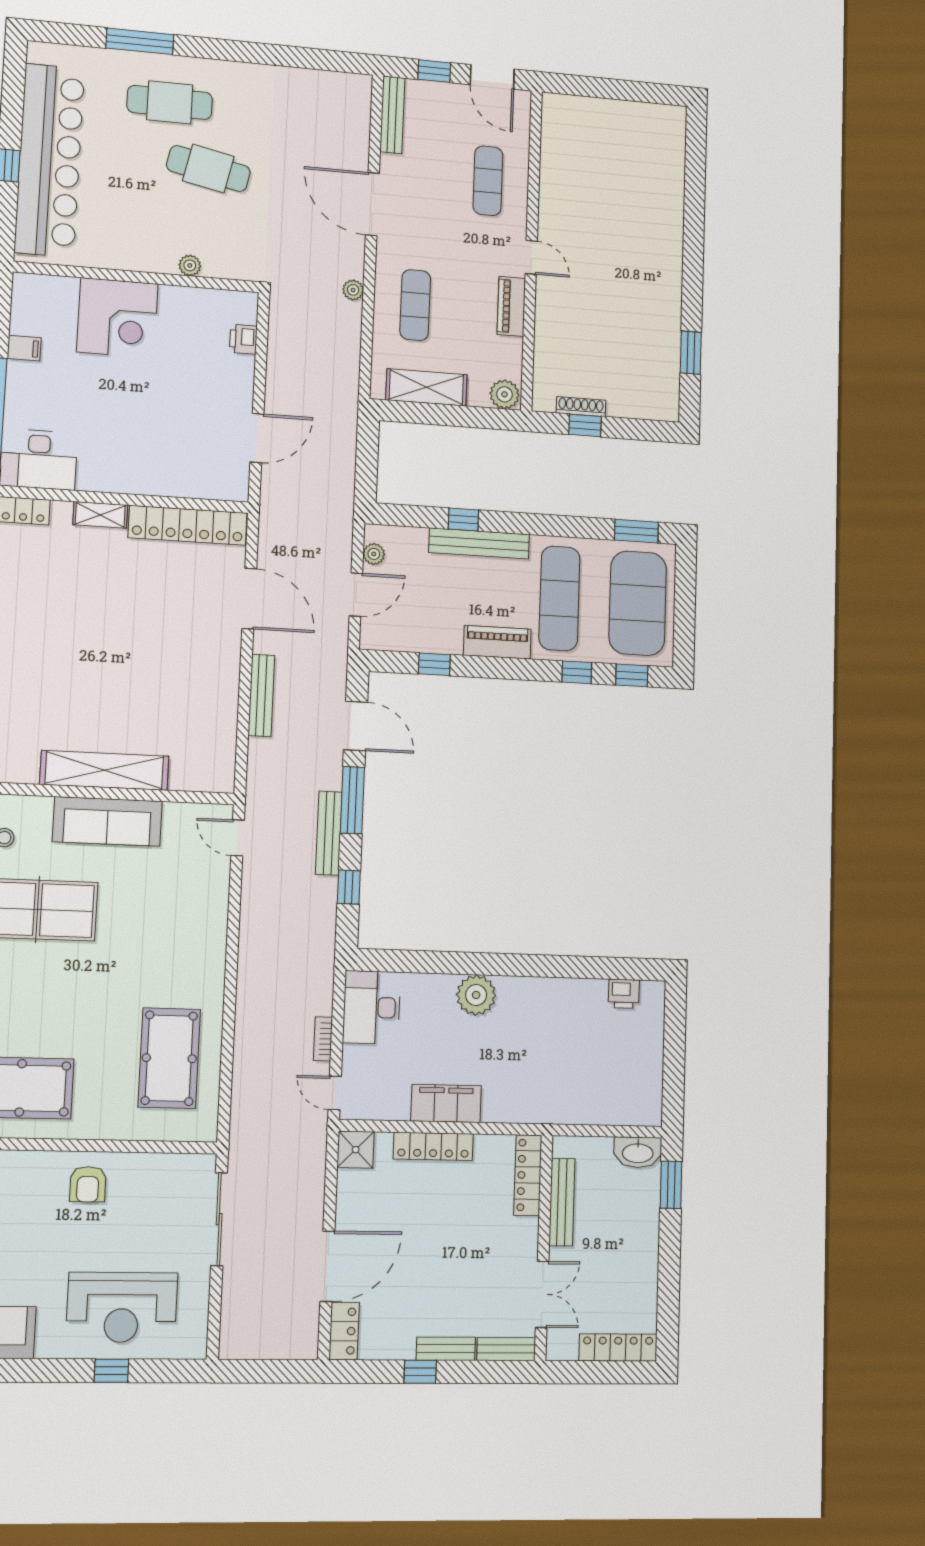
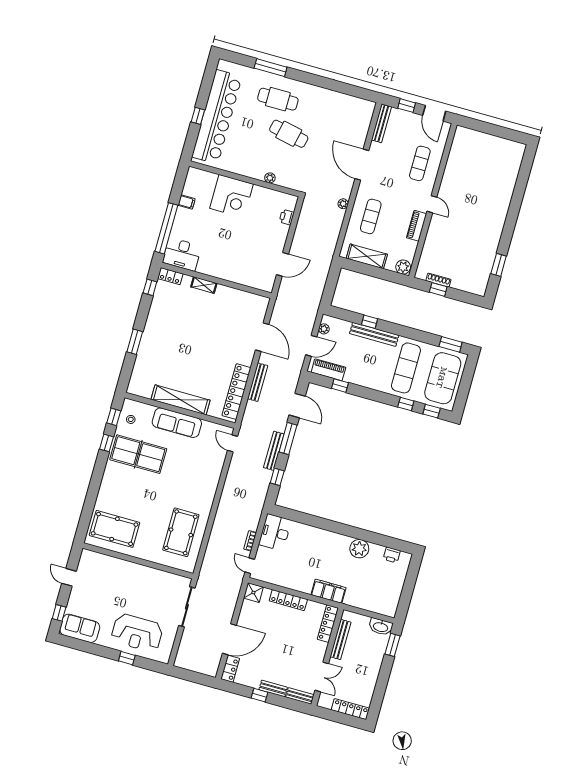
locker: (188, 525) -> (236, 392), moved, turned 90
piano: (497, 642) -> (328, 370), moved
plant: (476, 995) -> (359, 549), moved
filing cabinet: (446, 1103) -> (329, 591), moved
armchair: (88, 1184) -> (134, 577), removed

